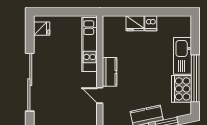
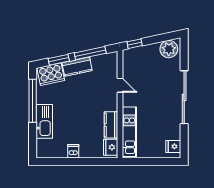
fridge: (135, 23) -> (111, 147), moved, turned -90
kitchen counter: (110, 72) -> (111, 125), moved
cooker: (181, 89) -> (51, 74), moved, turned 78

